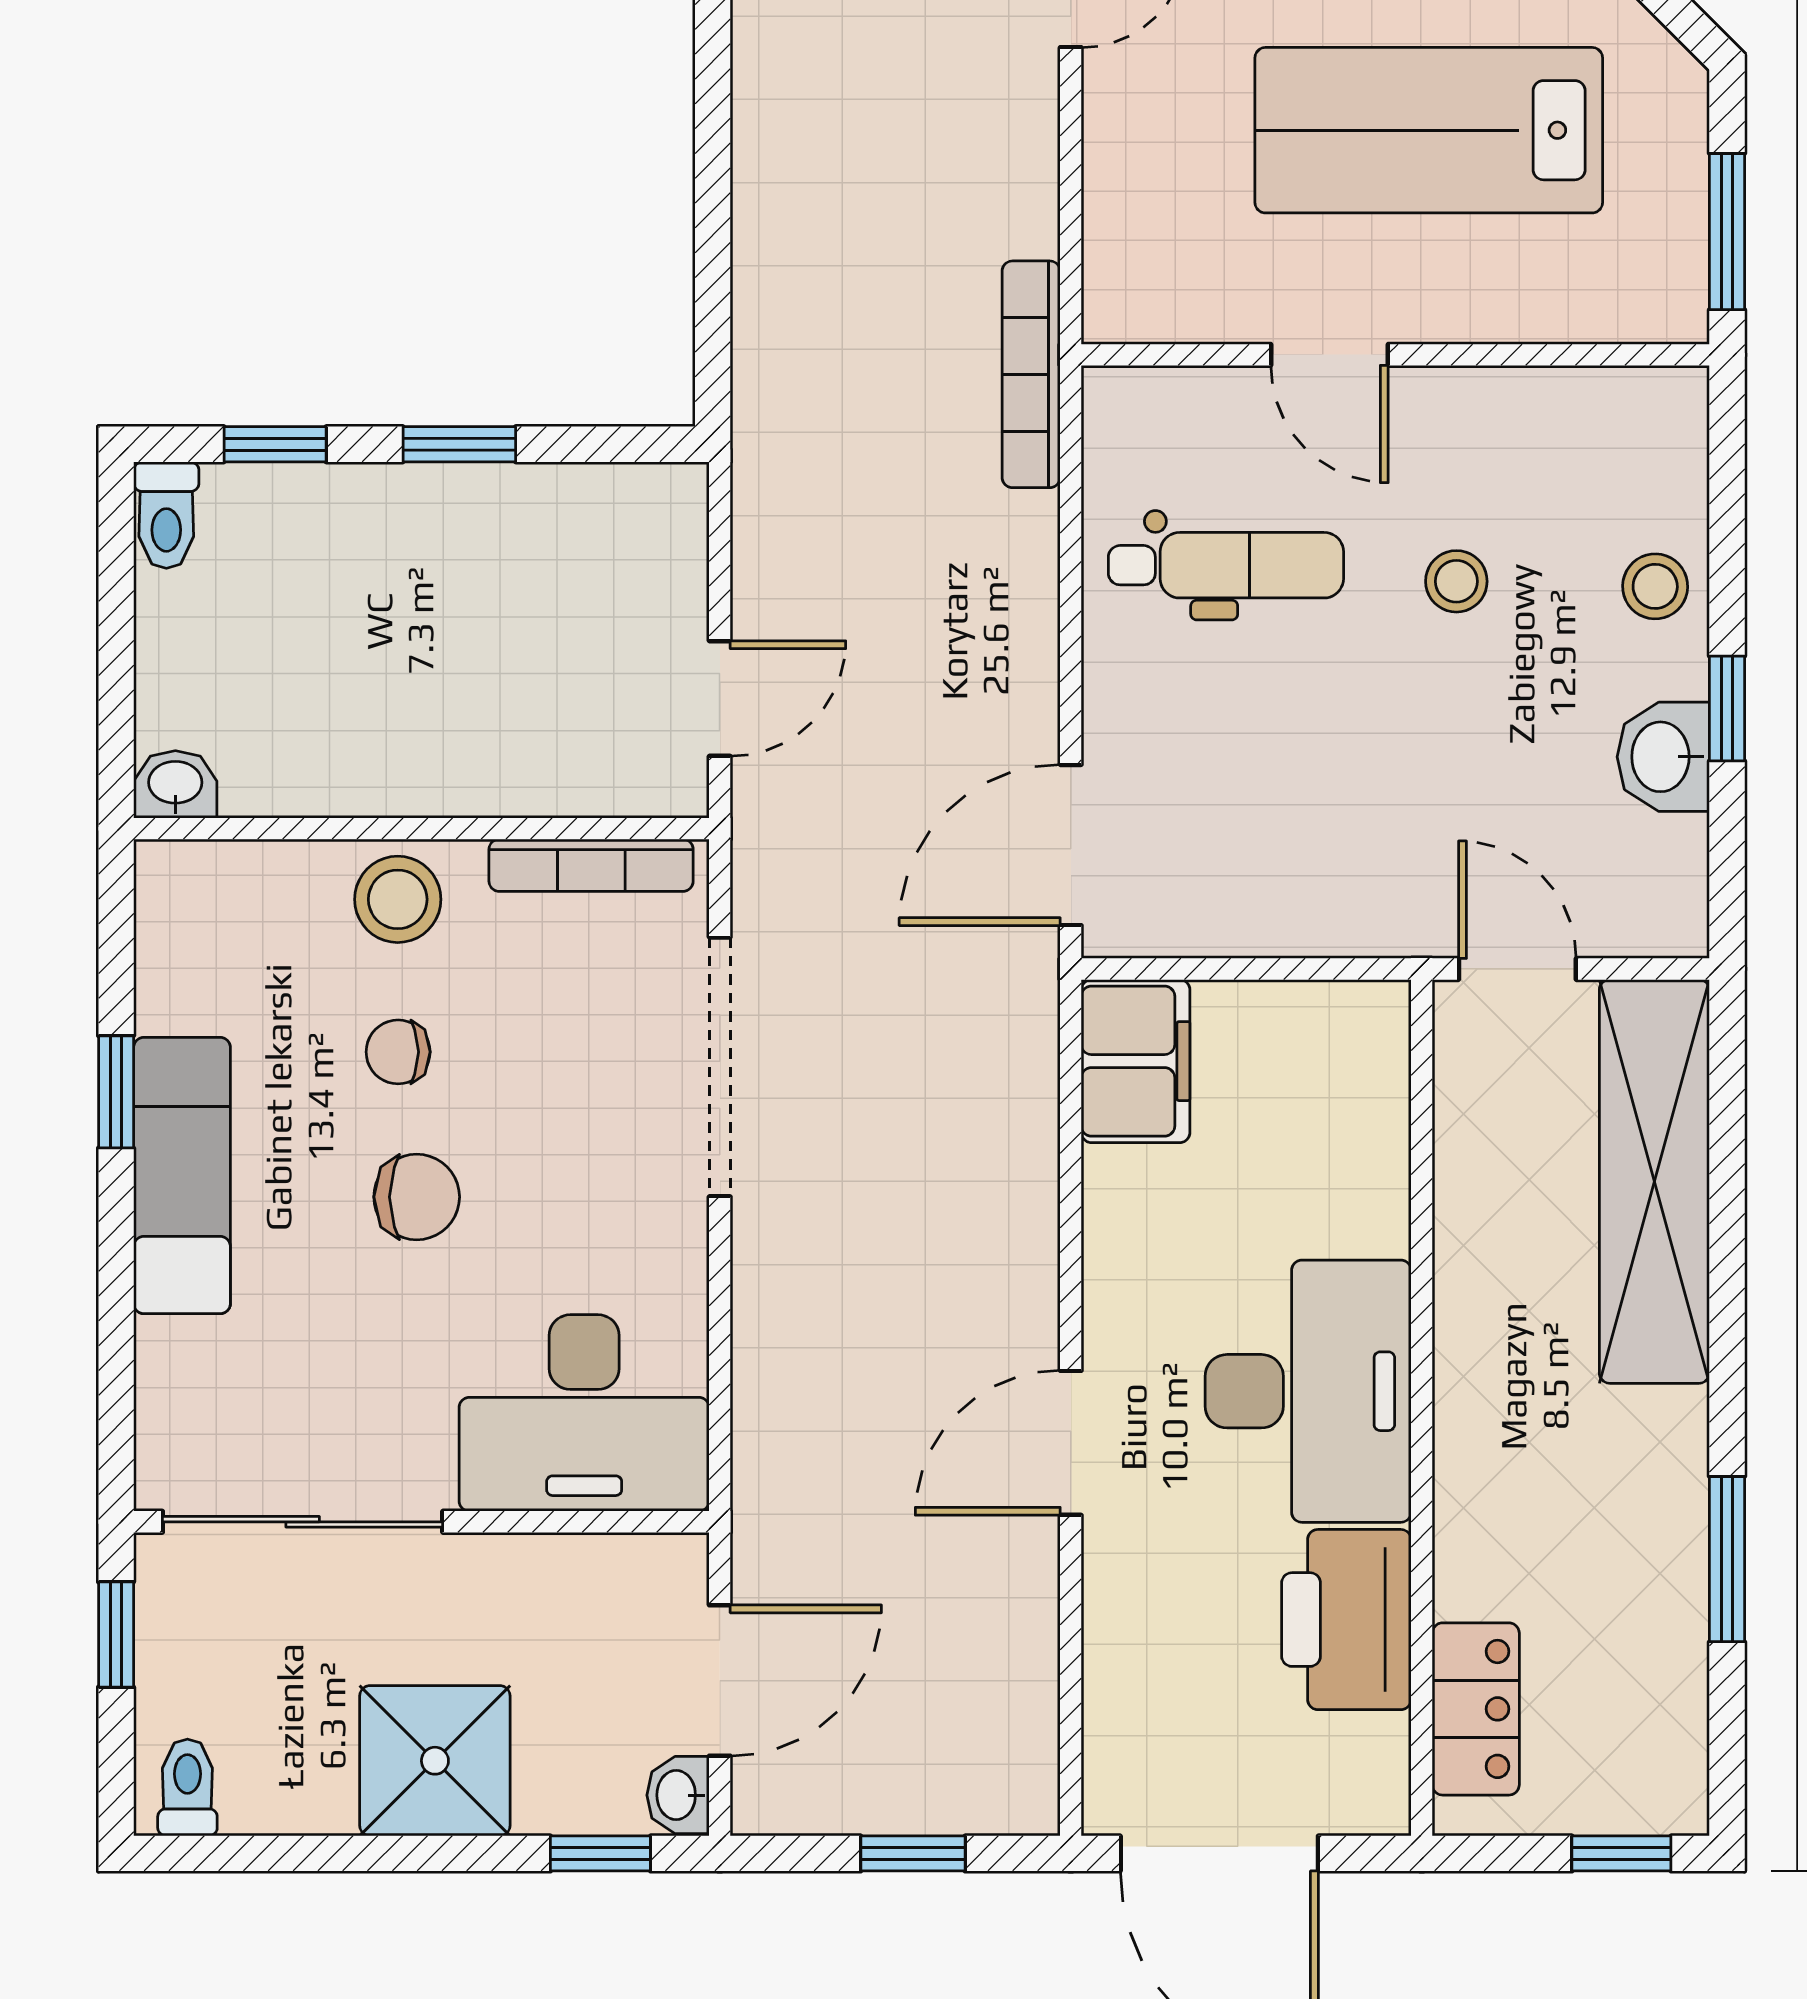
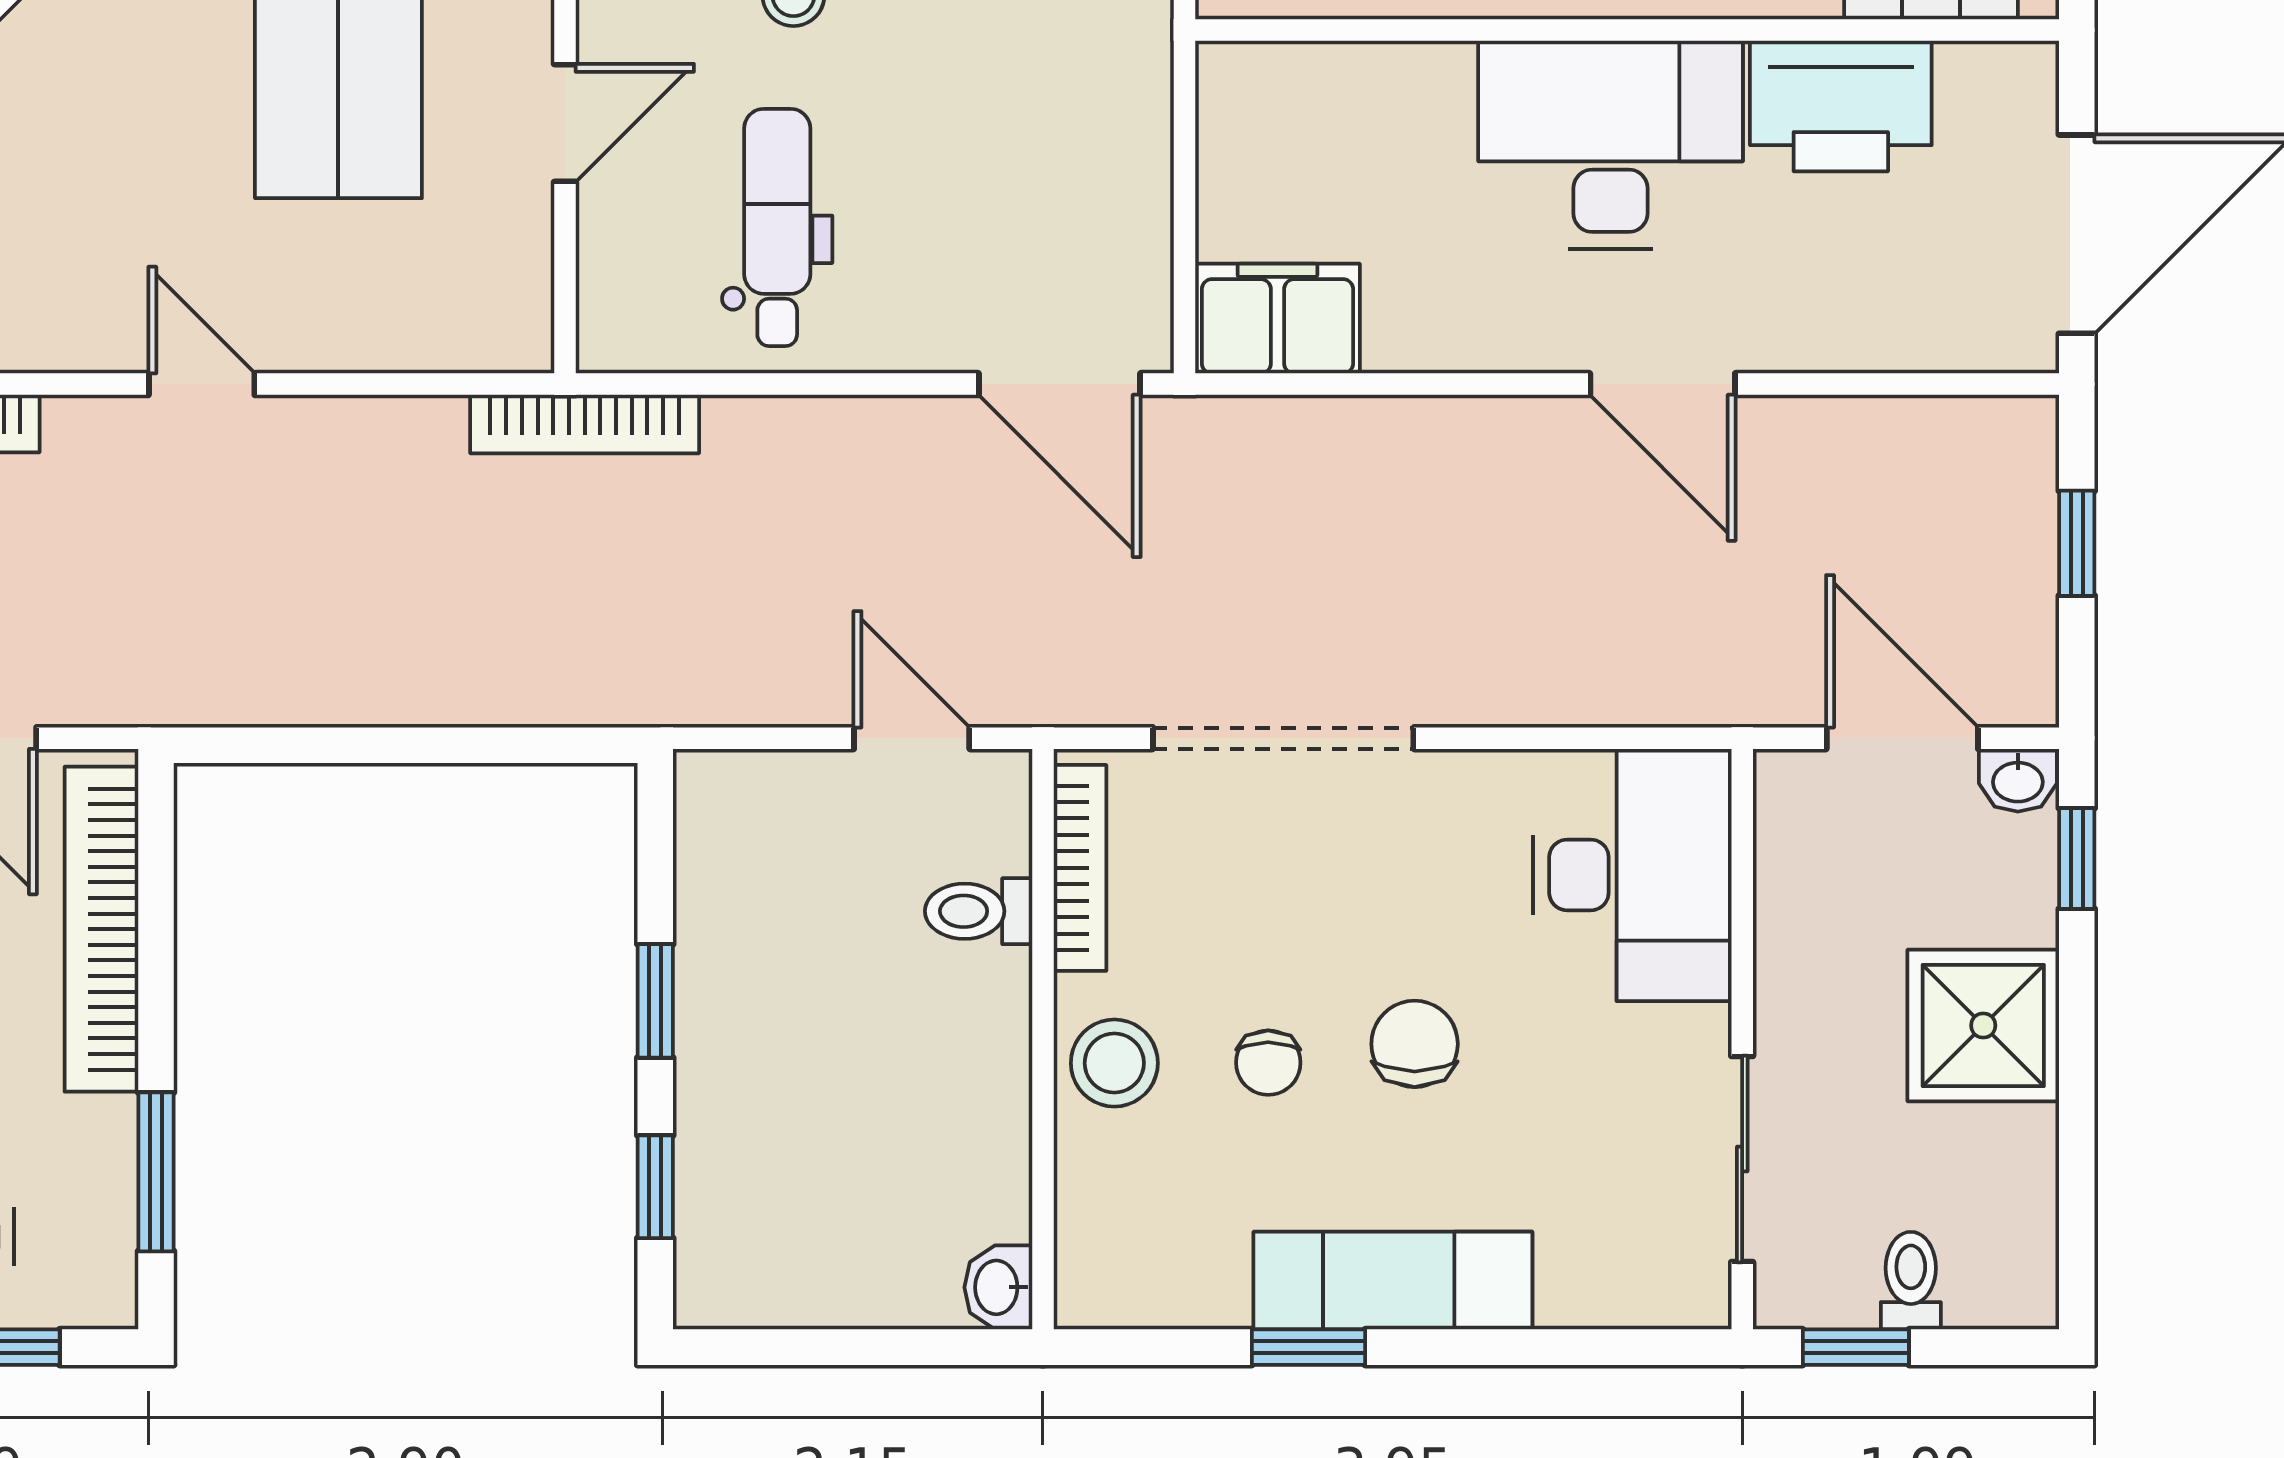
toilet: (166, 515) -> (979, 911), moved, turned 180
sliding door: (303, 1522) -> (1742, 1159), width x0.73
toilet: (187, 1787) -> (1911, 1281), moved, turned 90

